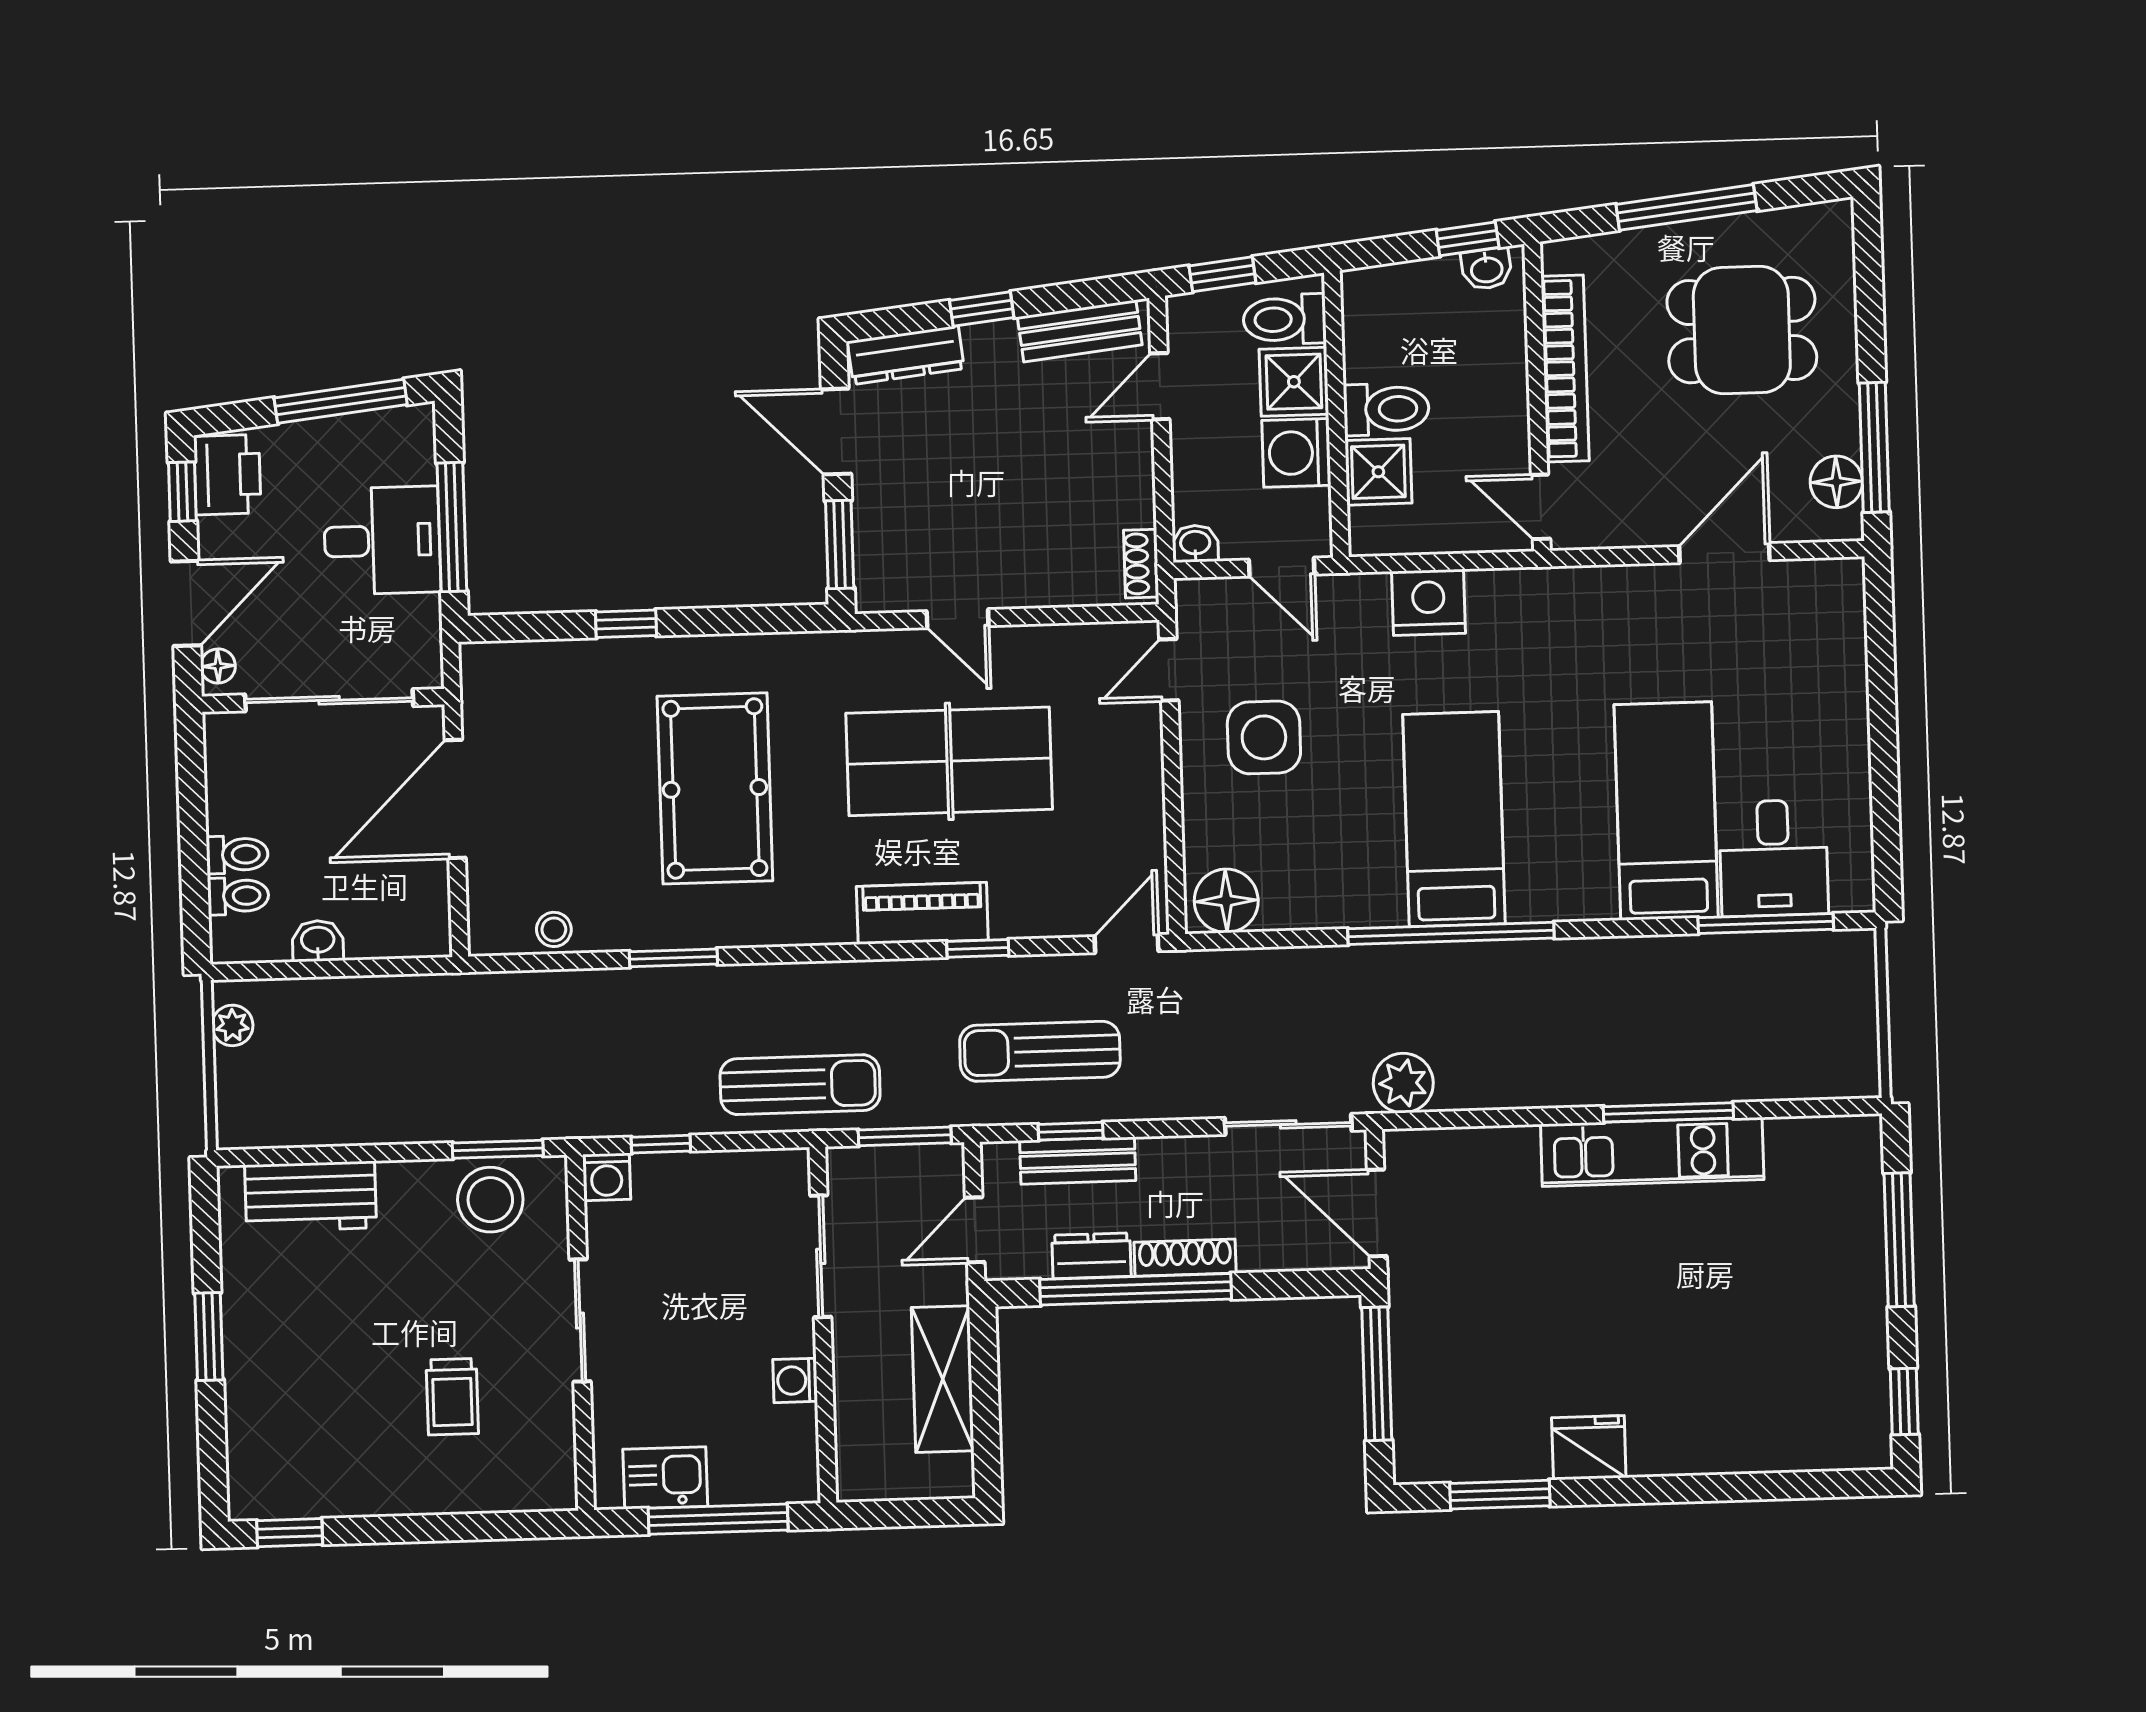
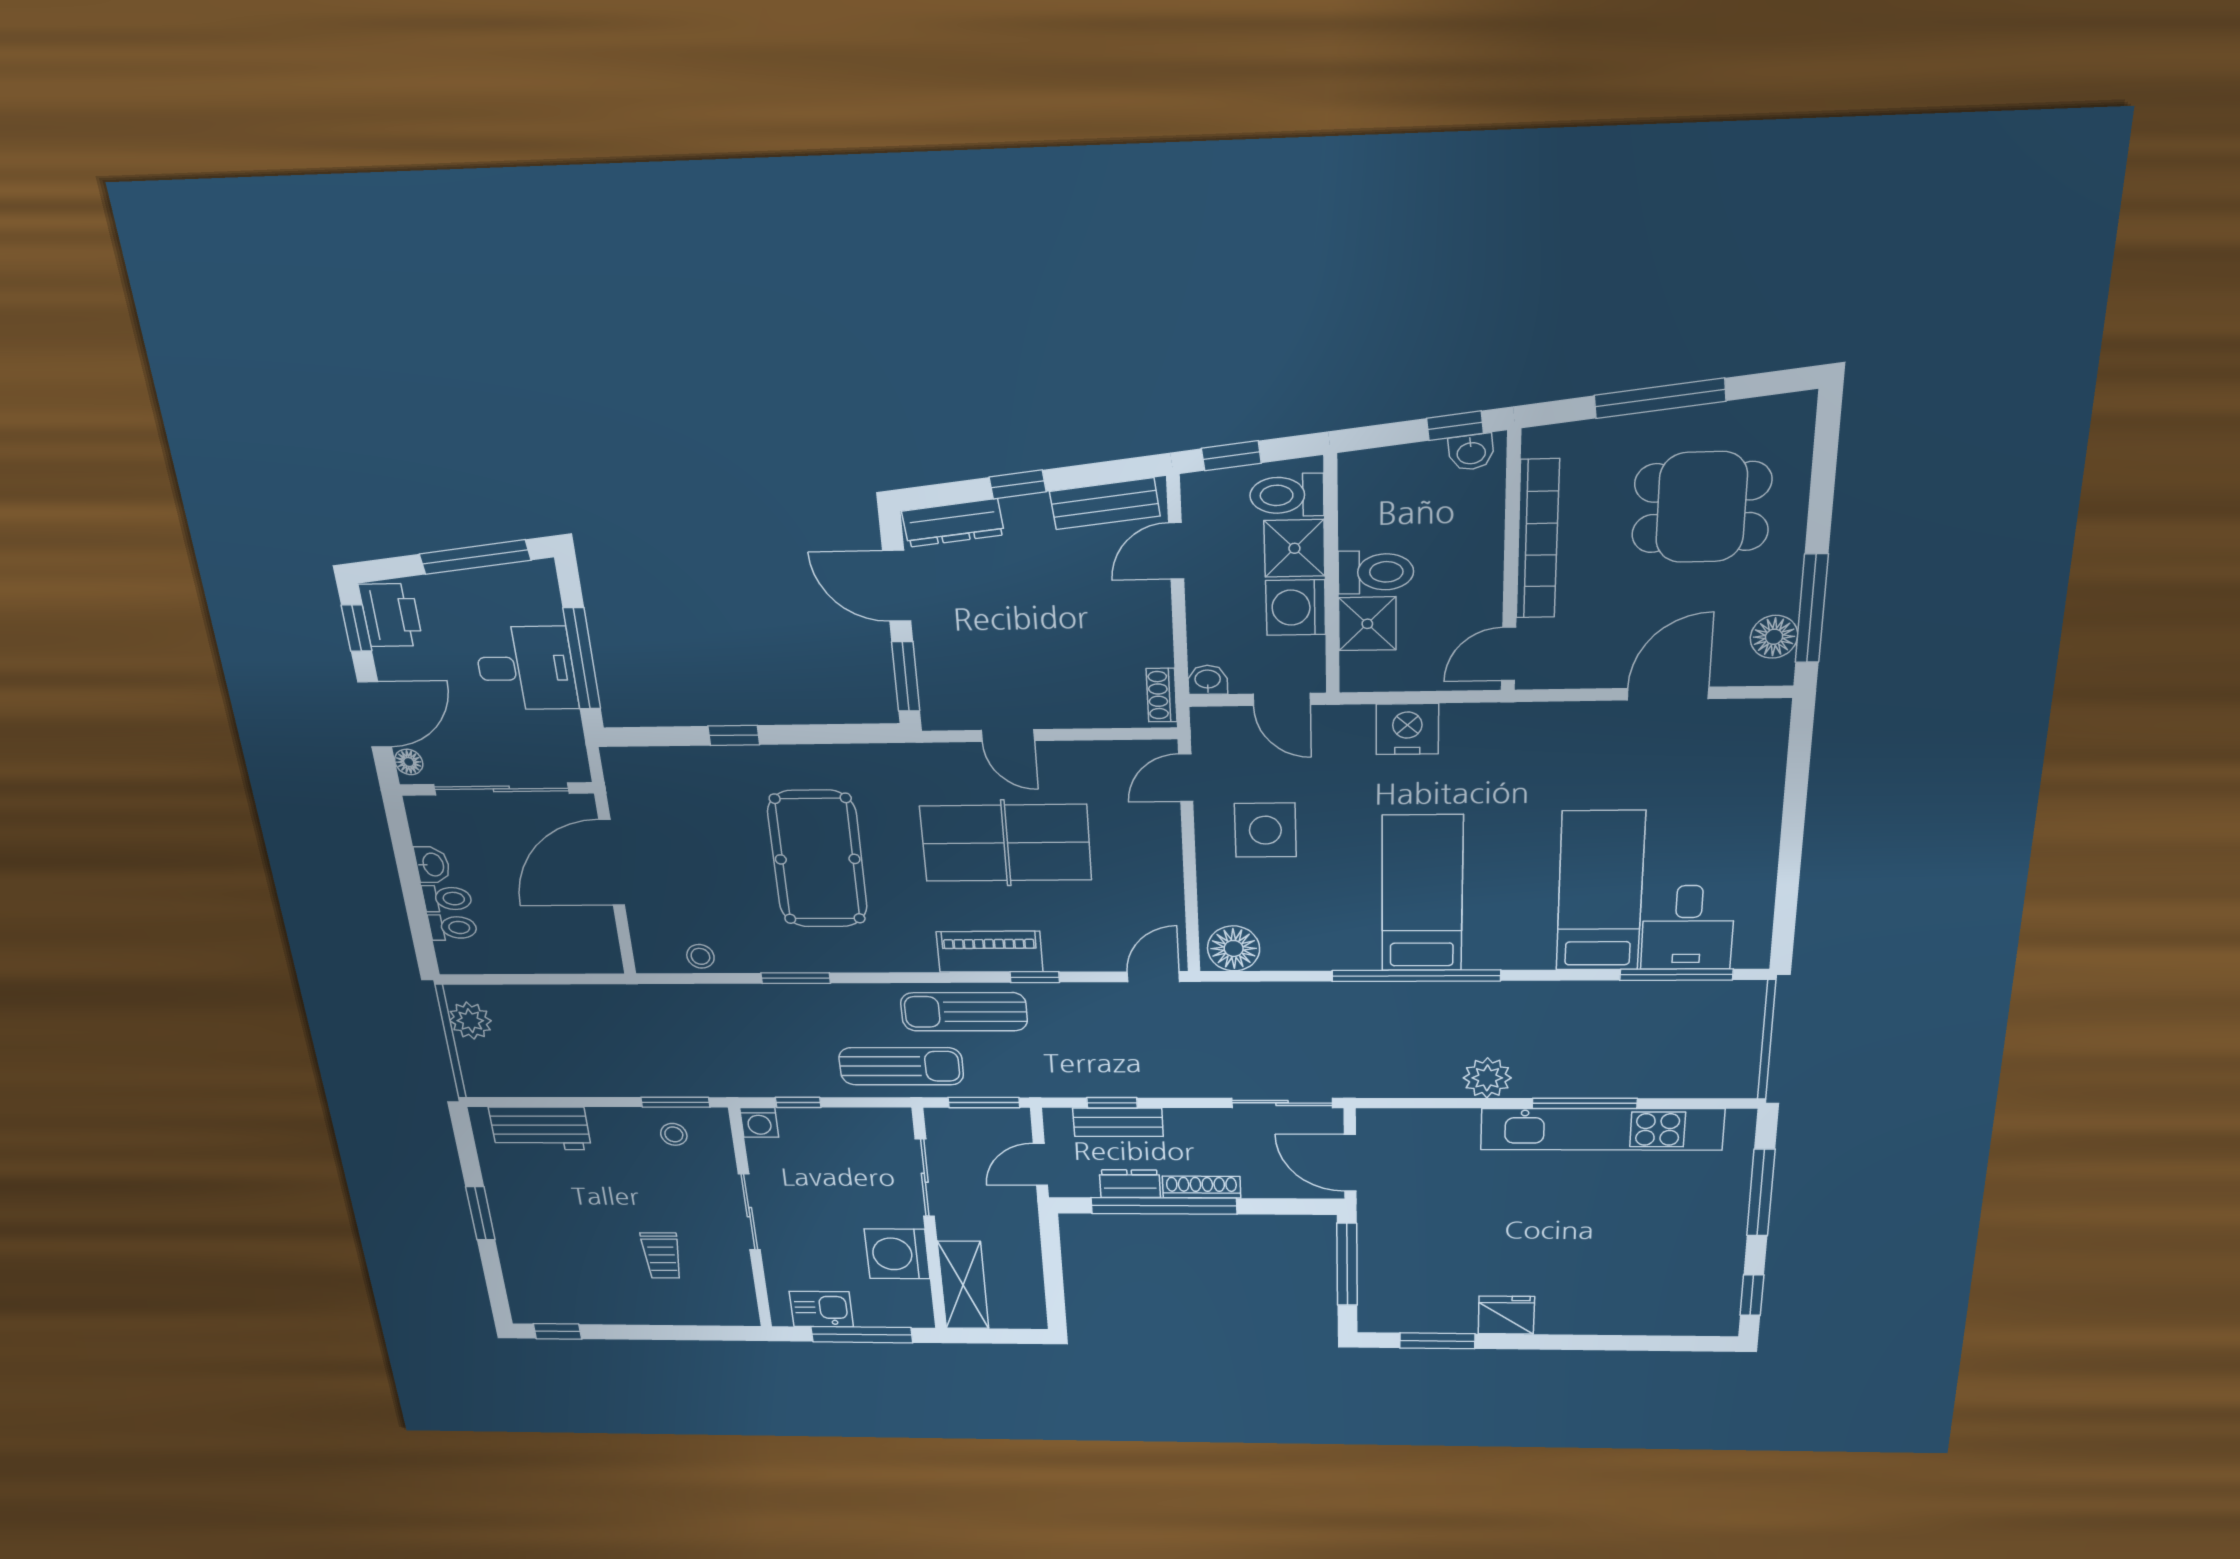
door: (1541, 507) -> (1509, 654), hinge flipped
washbasin: (318, 941) -> (432, 865), moved, turned 90
plant: (232, 1025) -> (470, 1021), width x1.38, depth x1.38
sun lounger: (1040, 1051) -> (964, 1012), moved
plant: (1403, 1083) -> (1487, 1078), moved
kitchen unit: (1652, 1152) -> (1602, 1129), width x1.36
stool: (490, 1200) -> (674, 1134), width x0.53, depth x0.53
shelving: (943, 1379) -> (963, 1285), moved
washing machine: (795, 1380) -> (897, 1254), width x1.89, depth x1.89

